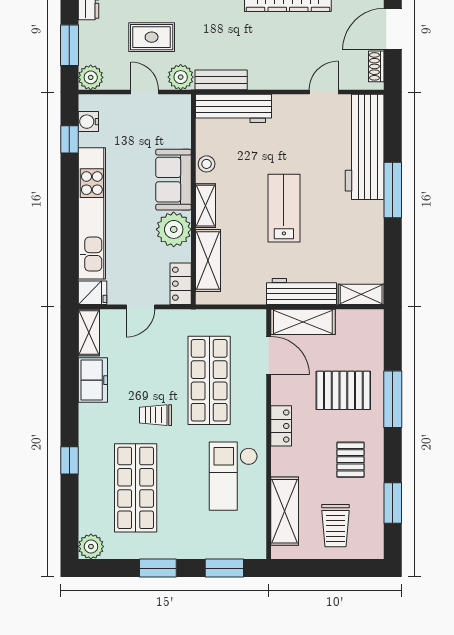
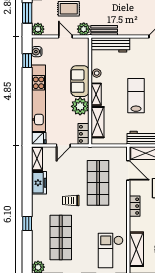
checkout: (233, 476) -> (111, 250), moved

